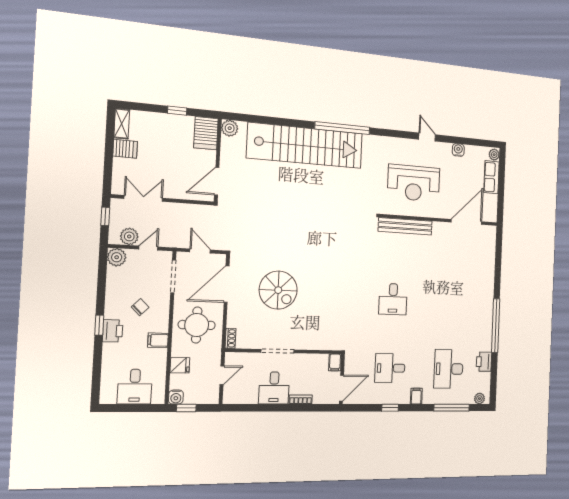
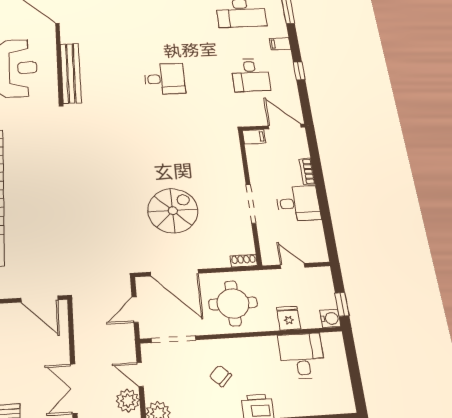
filing cabinet: (158, 340) -> (261, 349), removed
desk: (135, 387) -> (302, 356), moved, turned -90

